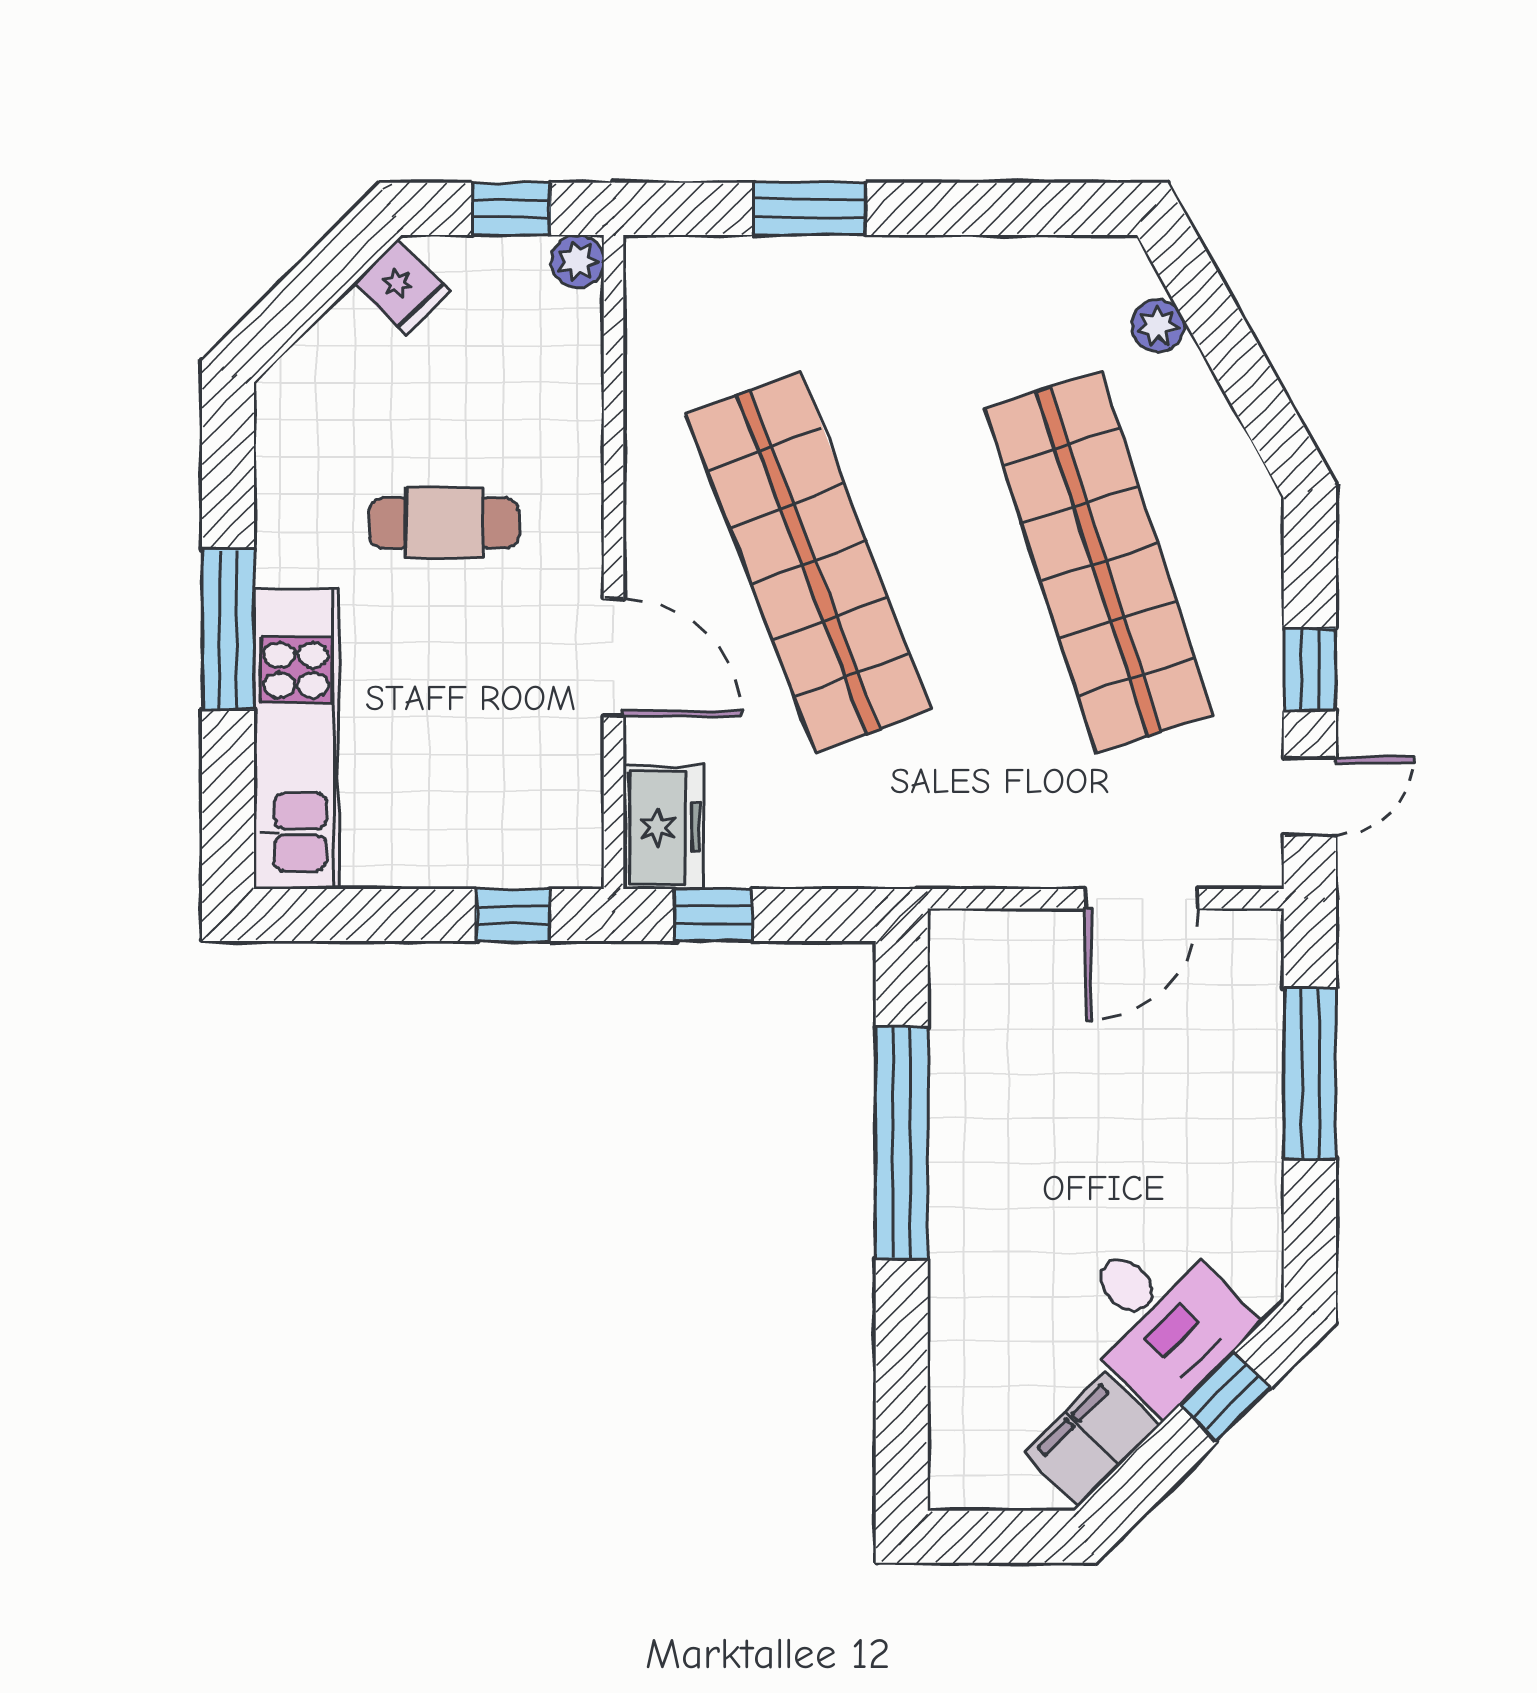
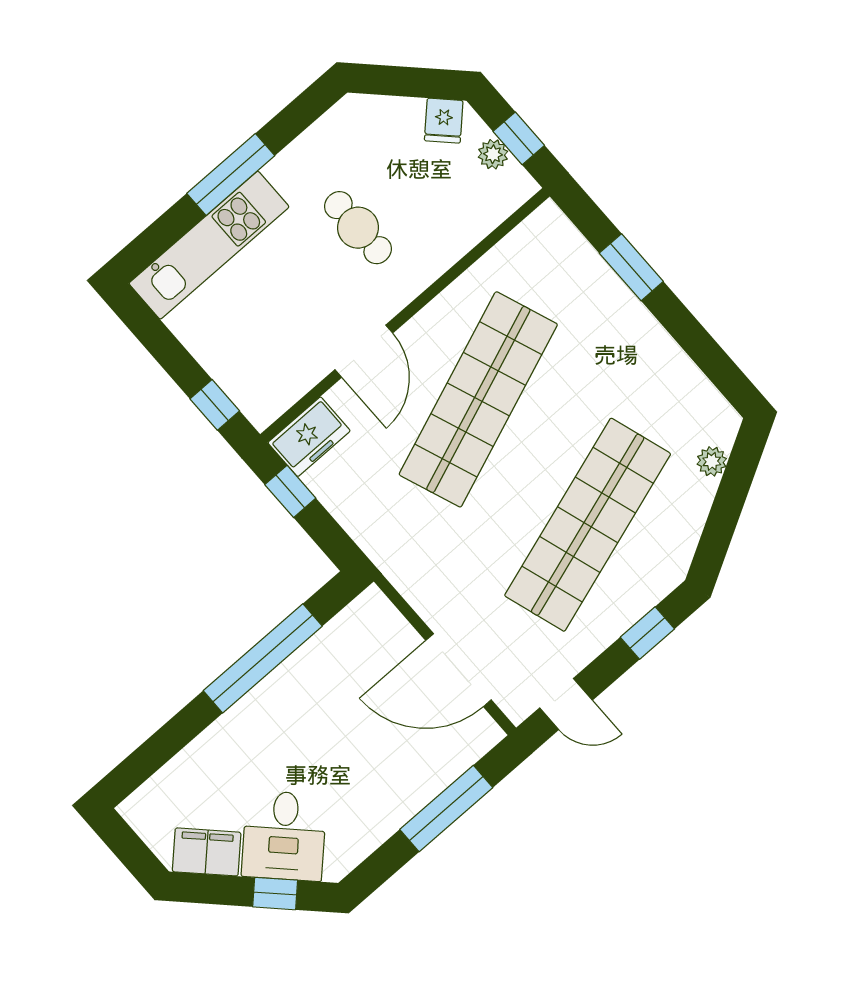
plant: (577, 261) -> (493, 154), moved
window: (1310, 669) -> (647, 633), moved
door: (1142, 899) -> (458, 670), width x1.36

